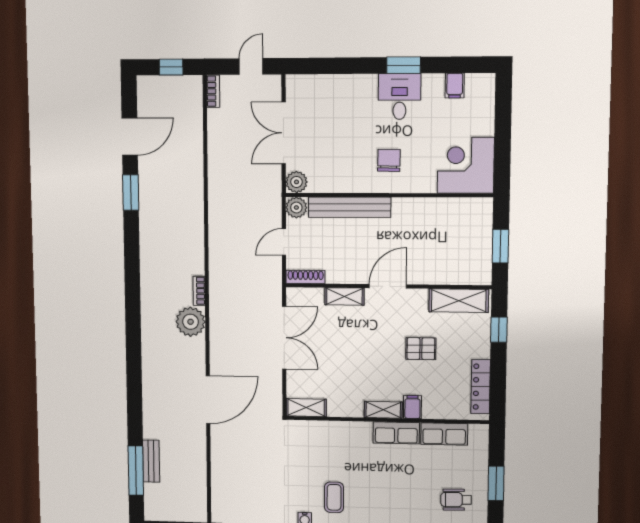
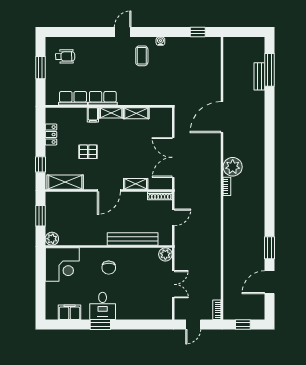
filing cabinet: (455, 86) -> (70, 312), width x2.00
double door: (284, 133) -> (173, 284), width x0.73
plant: (296, 208) -> (52, 239), moved
locker: (481, 387) -> (51, 135), width x0.66
shelving: (306, 408) -> (136, 113), moved

